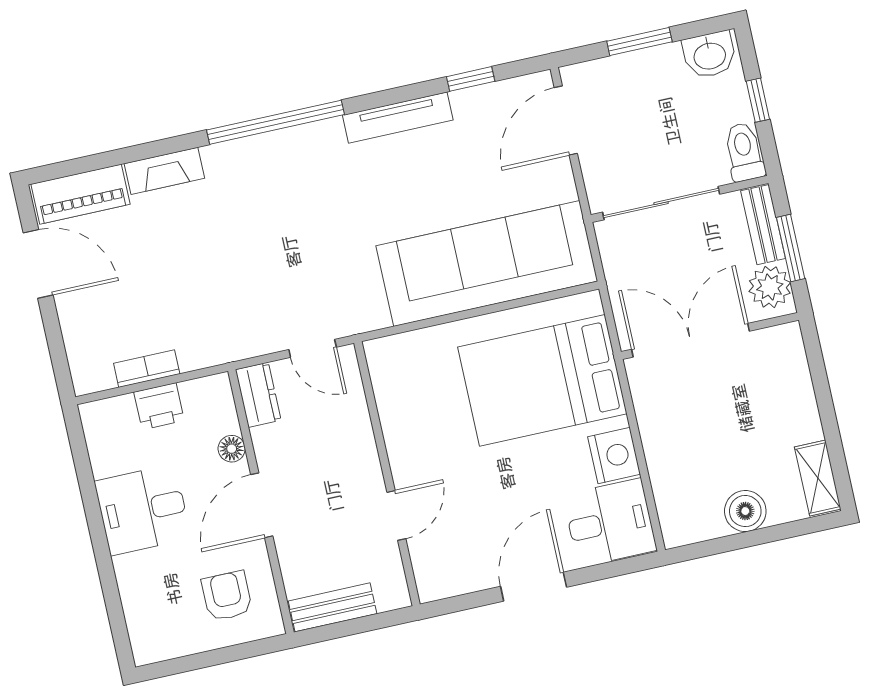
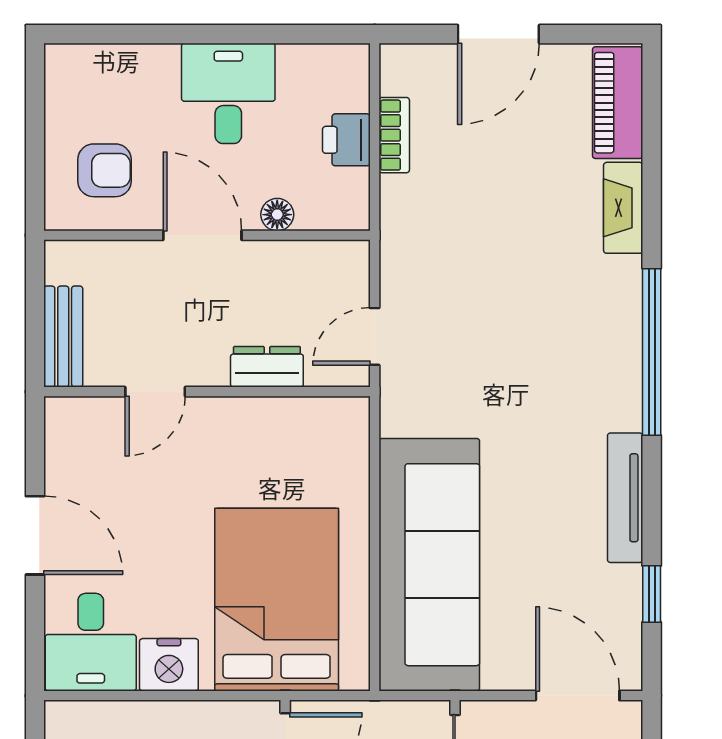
door: (38, 264) -> (498, 34), moved
dresser: (258, 395) -> (267, 367), moved, turned 180
door: (396, 515) -> (155, 392), hinge flipped
bench: (333, 607) -> (63, 337), moved

